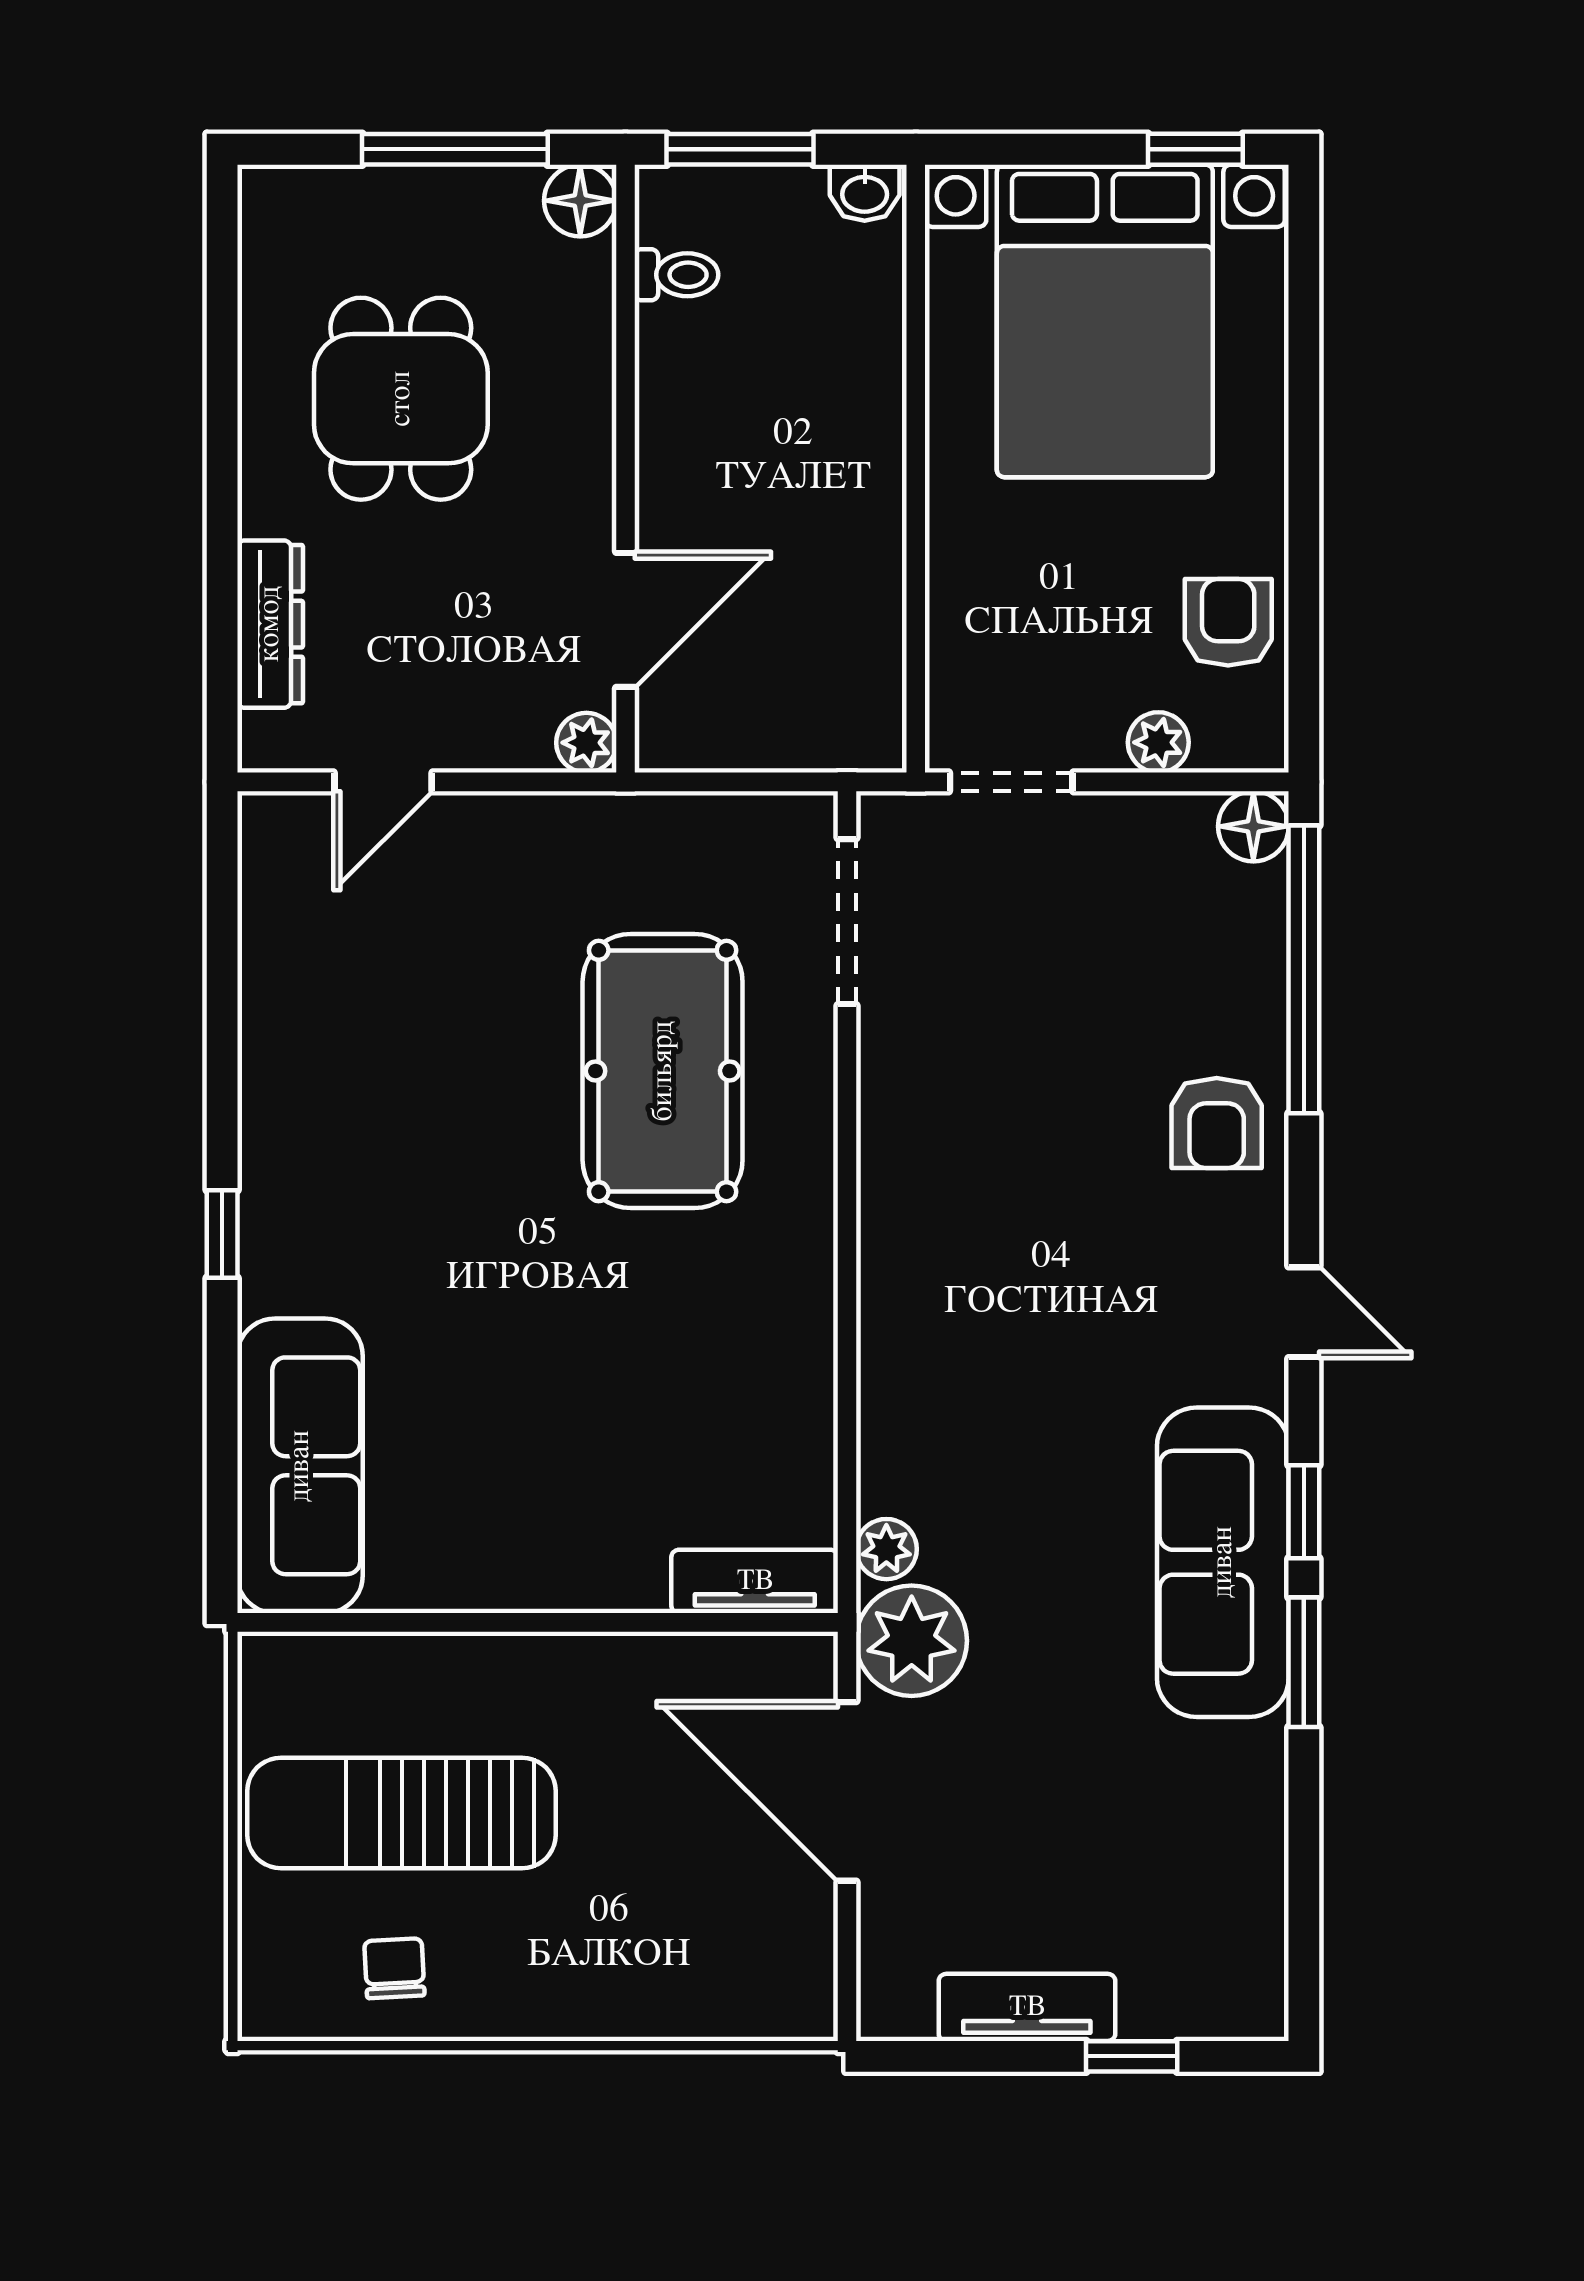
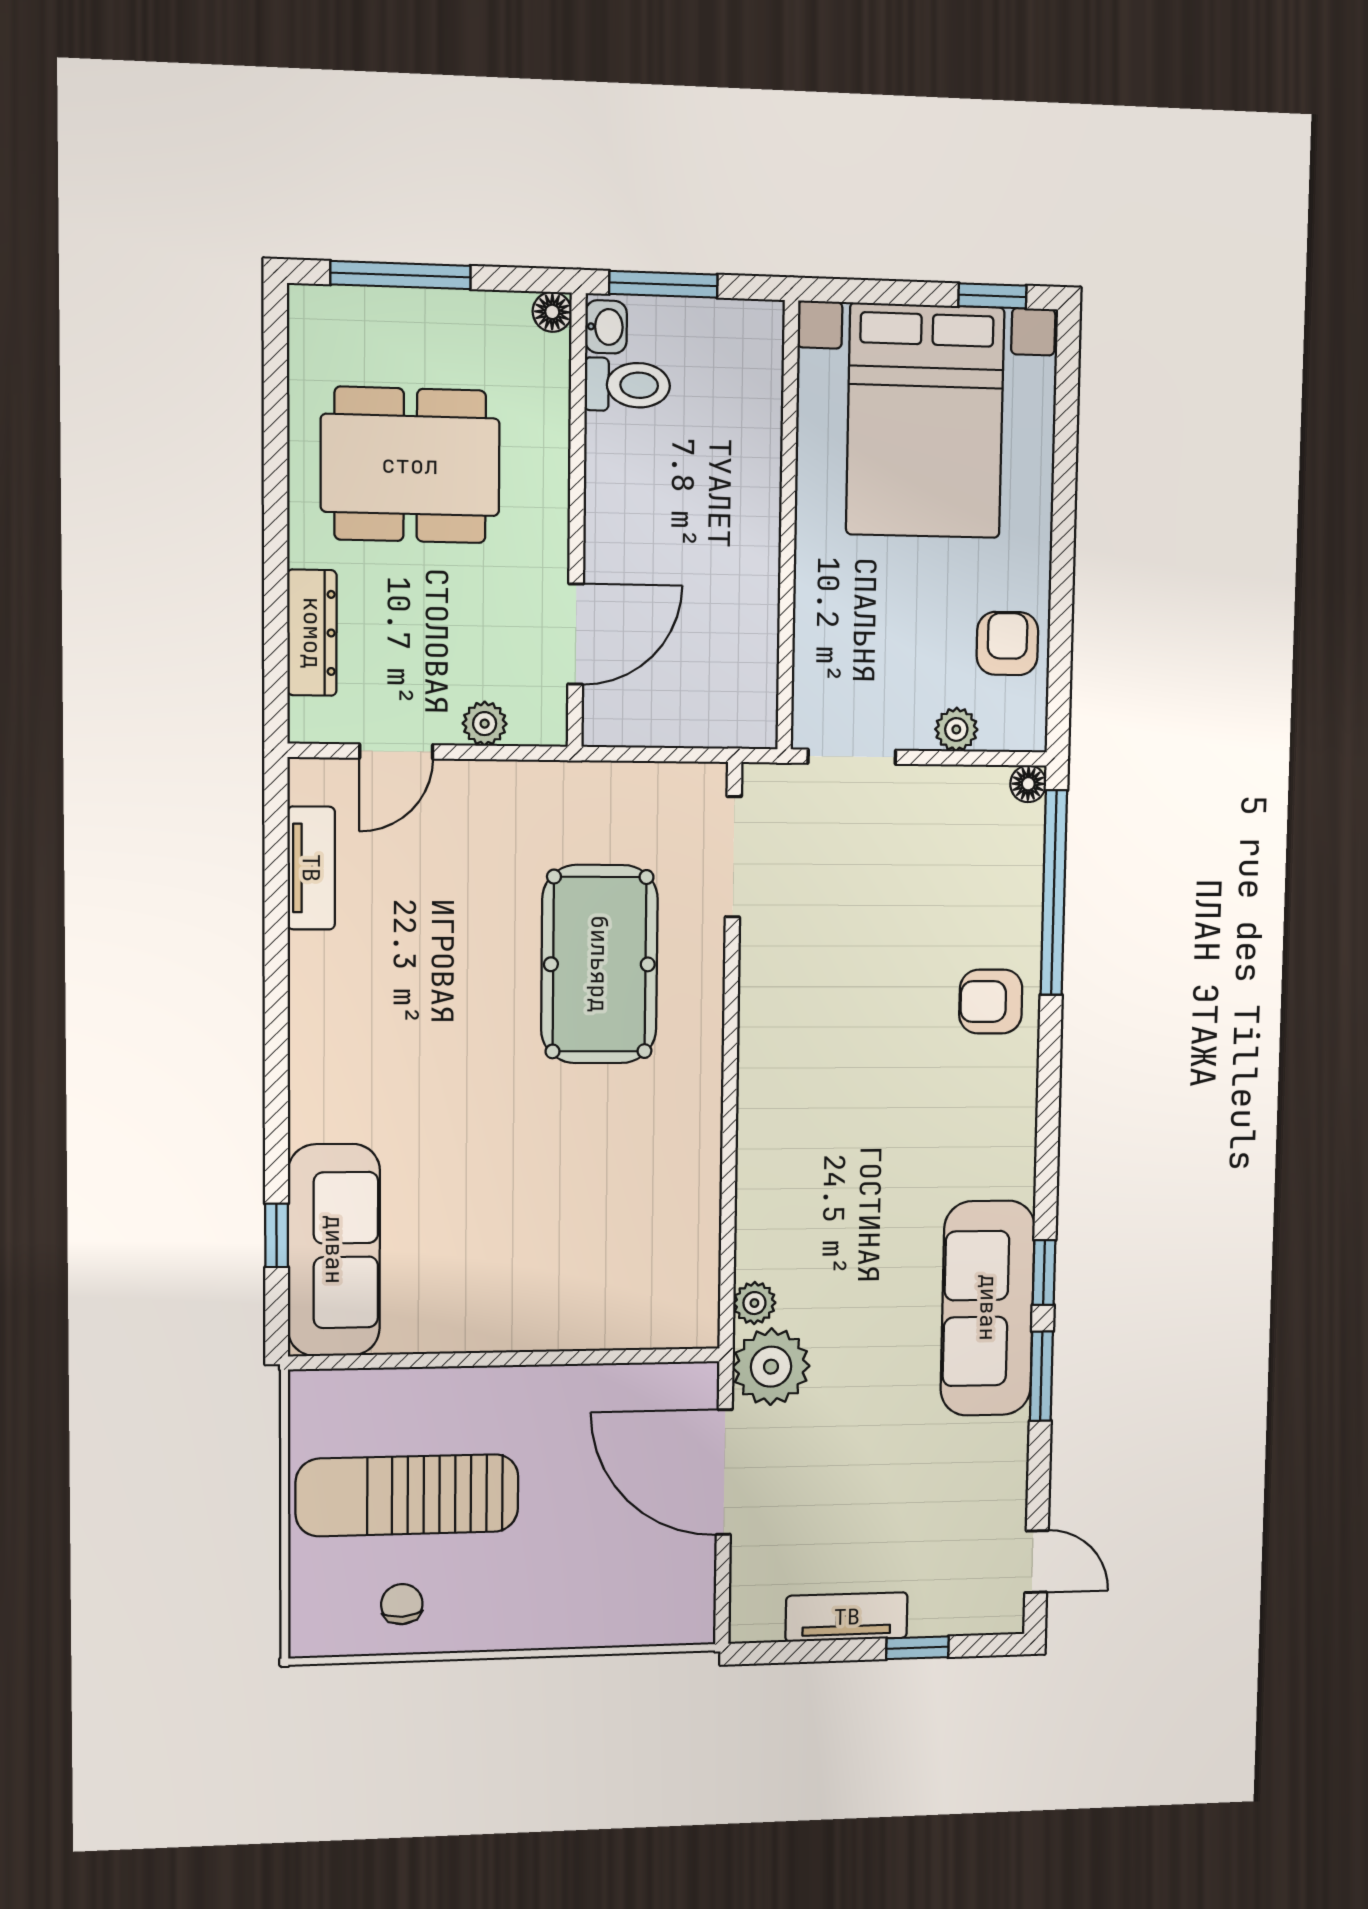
window: (455, 149) -> (401, 275), moved
washbasin: (865, 193) -> (606, 327), moved, turned -90
floor lamp: (580, 201) -> (552, 312), width x0.73, depth x0.73
toilet: (676, 275) -> (627, 385), width x1.37, depth x1.39
dining table: (401, 399) -> (410, 465), width x1.38
plant: (586, 743) -> (485, 724), moved
floor lamp: (1253, 826) -> (1028, 784), width x0.73, depth x0.73
armchair: (1217, 1123) -> (991, 1001), turned 90
window: (222, 1234) -> (277, 1235), moved
door: (1304, 1312) -> (1036, 1562), moved
tv unit: (755, 1581) -> (311, 868), moved, turned 90

